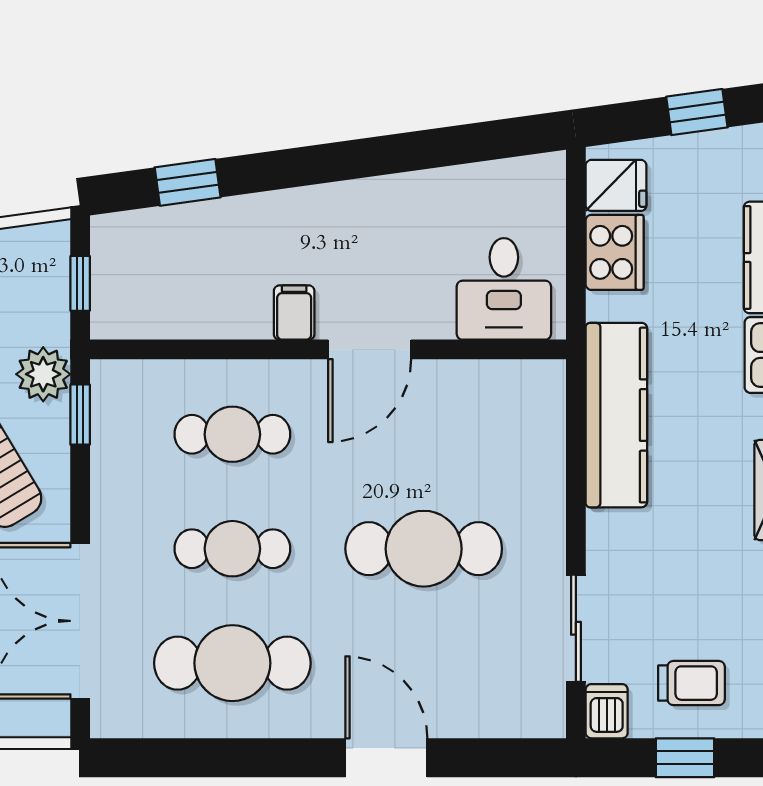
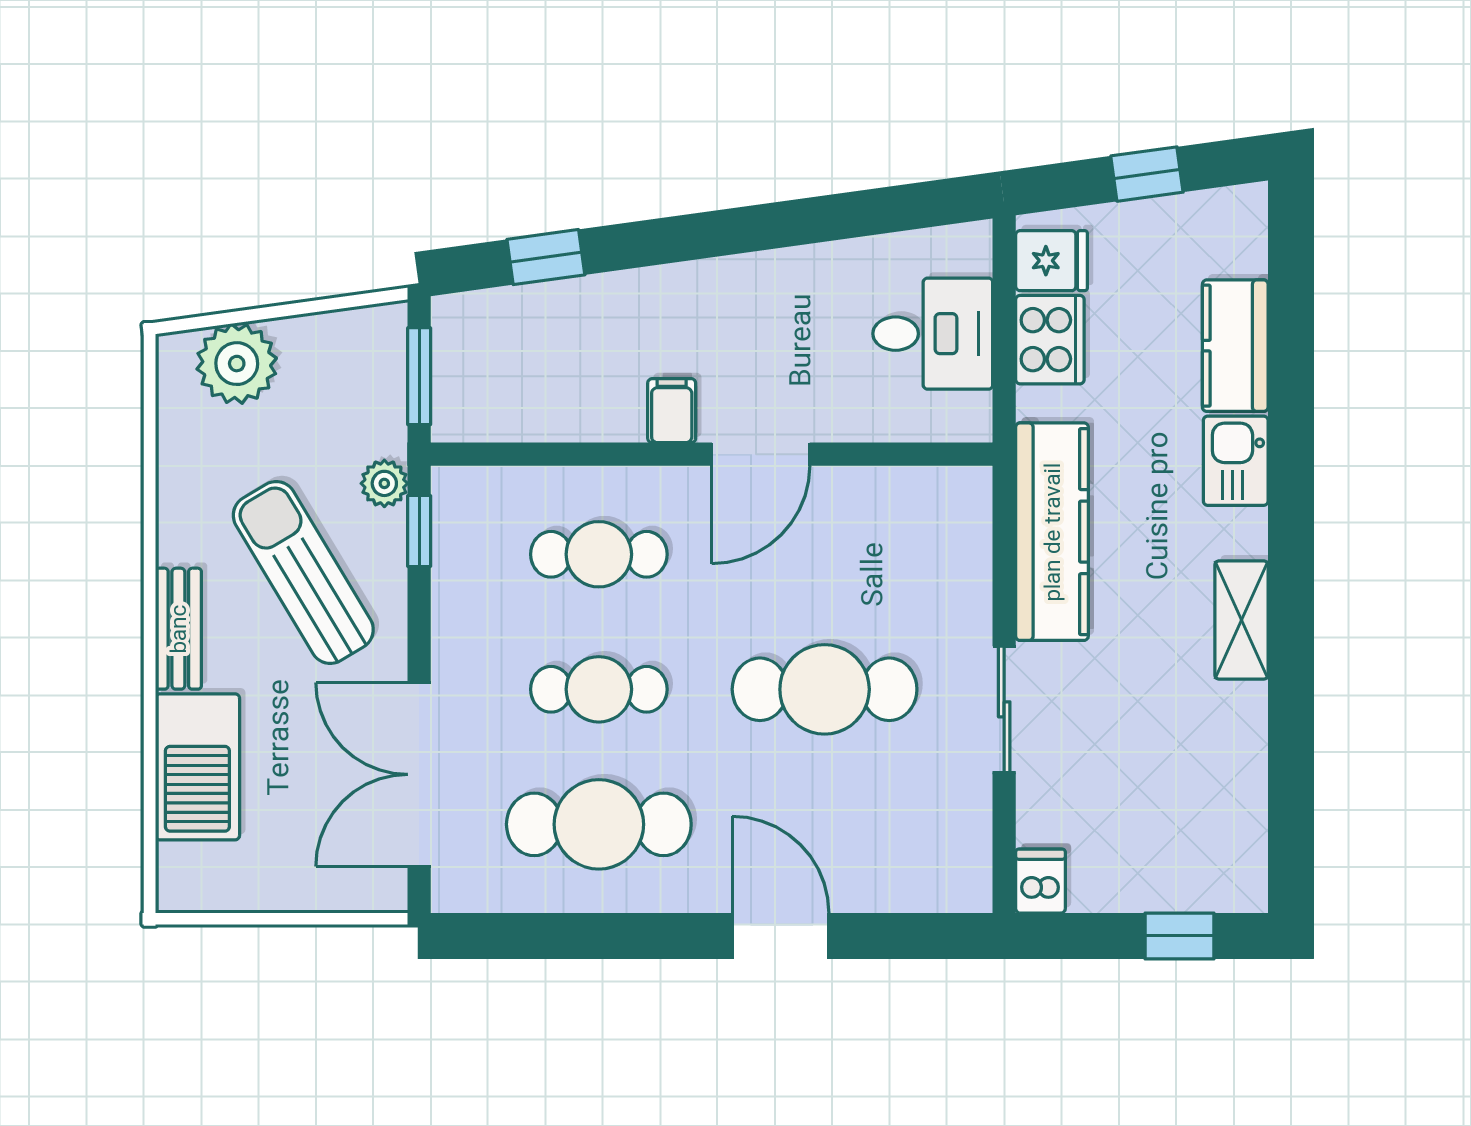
window: (80, 283) -> (419, 376), width x1.50
desk: (504, 289) -> (933, 334), moved, turned -90
plant: (43, 374) -> (384, 483), width x0.73, depth x0.73
sliding door: (576, 628) -> (1004, 709), moved
trolley: (691, 683) -> (1141, 848), removed
window: (685, 758) -> (1179, 936), moved

